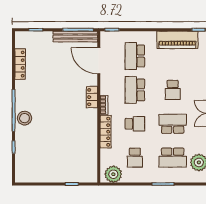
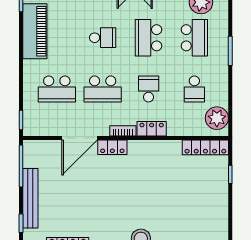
bench: (75, 37) -> (30, 198), moved
door: (99, 61) -> (80, 138), moved
locker: (106, 132) -> (152, 129), width x0.66
school desk: (135, 158) -> (194, 89), turned 90
locker: (92, 166) -> (205, 147), added

